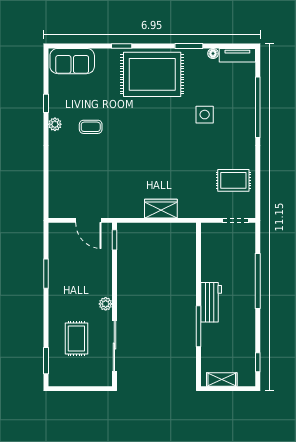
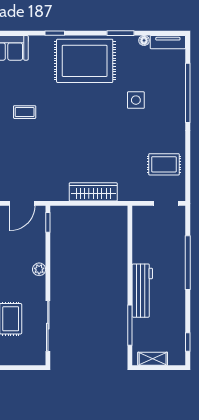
wardrobe: (161, 209) -> (93, 192), width x1.50
door: (88, 220) -> (22, 203), hinge flipped
workbench: (211, 302) -> (142, 291), width x1.38
plant: (106, 304) -> (39, 269), moved
window: (199, 326) -> (130, 325), moved

